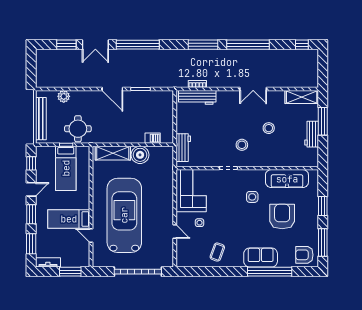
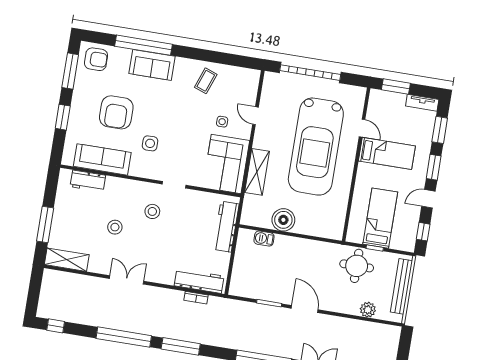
workbench: (312, 134) -> (88, 181), moved, turned 90
workbench: (183, 148) -> (226, 227), width x1.37
shelving: (113, 153) -> (257, 172), moved, turned 90

